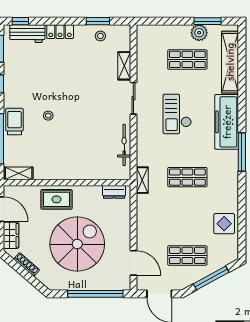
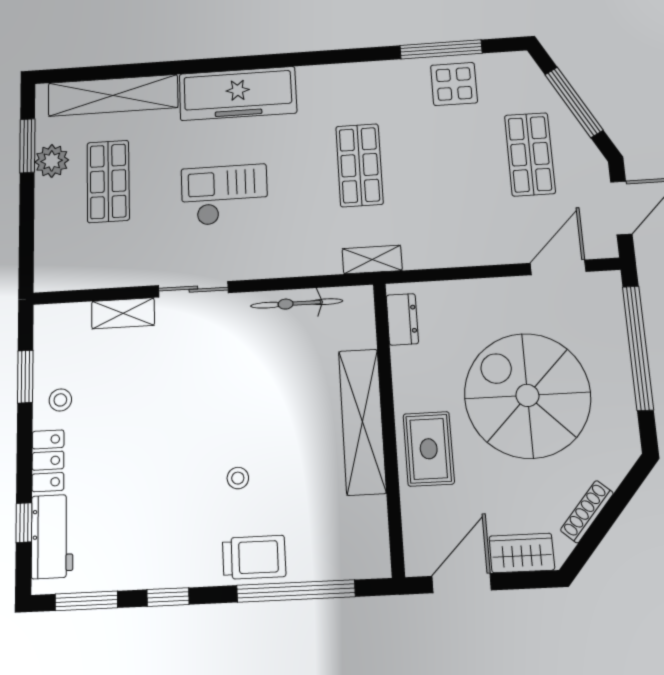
window: (20, 21) -> (24, 523), moved
stool: (100, 36) -> (60, 400), moved
checkout: (177, 114) -> (225, 195), turned 180
trolley: (15, 121) -> (254, 557), turned 180
window: (242, 152) -> (441, 49), moved
shelving: (19, 173) -> (362, 421), moved, width x2.20, depth x1.33

